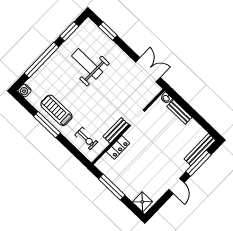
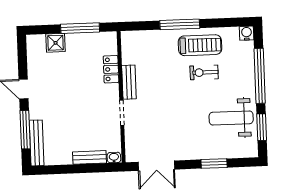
window: (108, 31) -> (214, 164), moved
weight bench: (87, 64) -> (231, 118), moved, turned 180
window: (47, 125) -> (180, 24), moved
exercise bike: (86, 139) -> (204, 72), moved
shower: (142, 202) -> (56, 43), moved

